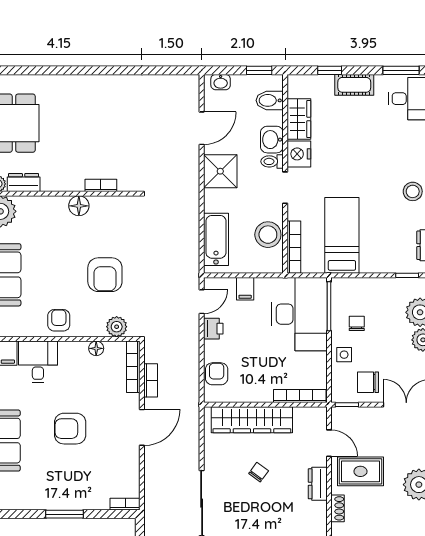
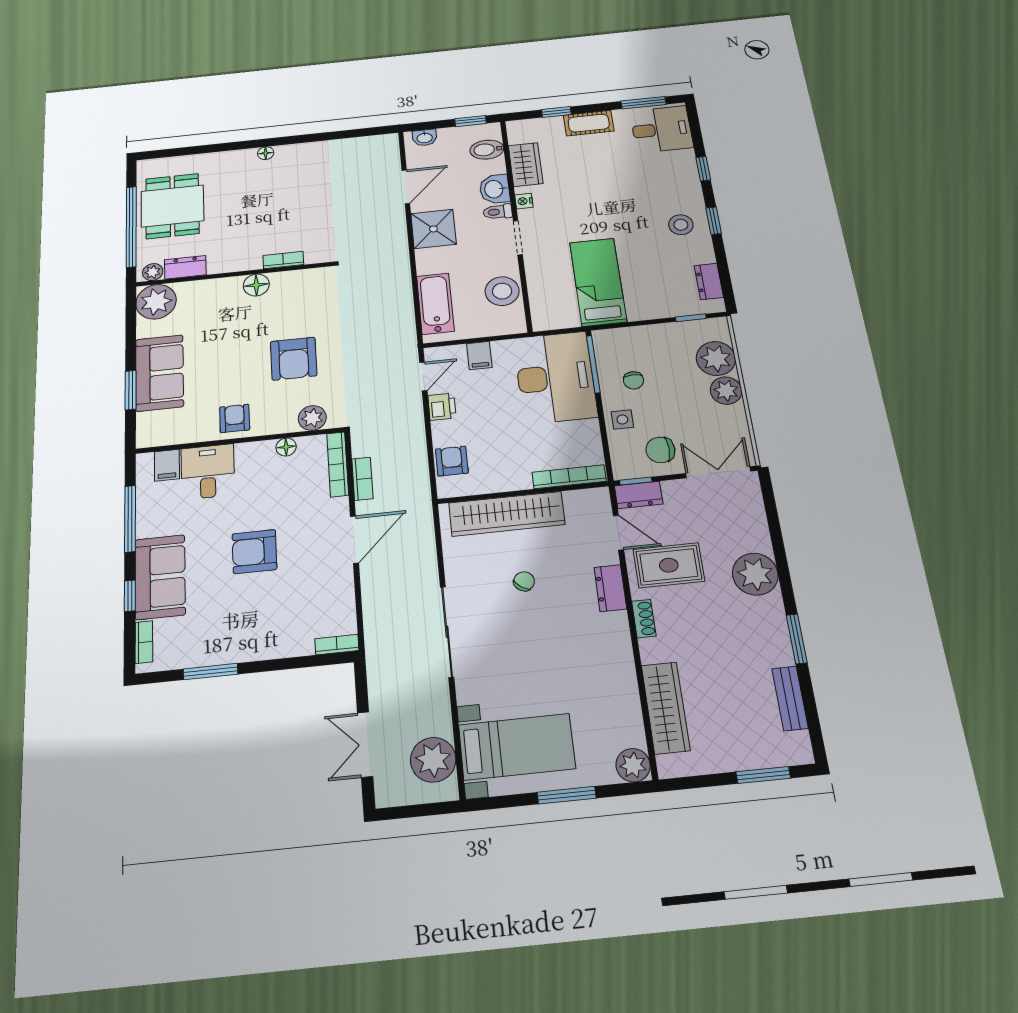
floor lamp: (91, 81) -> (266, 153), added
nightstand: (299, 154) -> (524, 201), width x0.53, depth x0.56
bookcase: (294, 247) -> (538, 302), removed
chair: (357, 323) -> (633, 380), turned 180
dresser: (347, 416) -> (639, 495), added
window: (64, 514) -> (211, 672), moved

